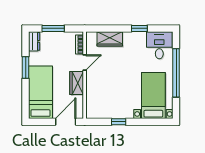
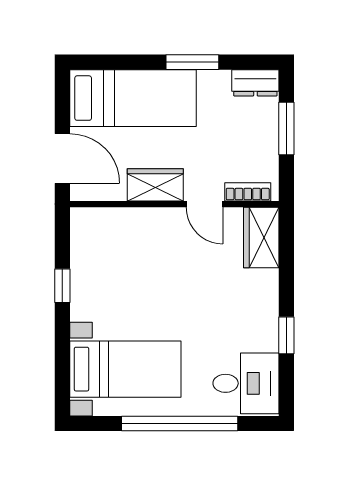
wardrobe: (110, 39) -> (261, 237), moved

